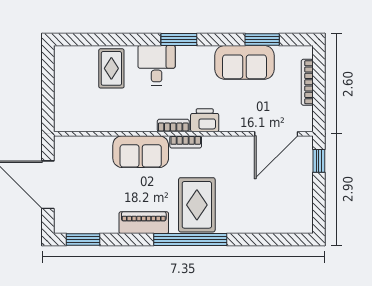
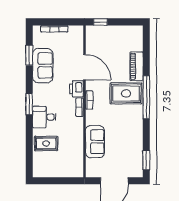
door: (276, 134) -> (84, 67), moved
sofa: (141, 152) -> (95, 142), moved
piano: (144, 223) -> (137, 66), moved

